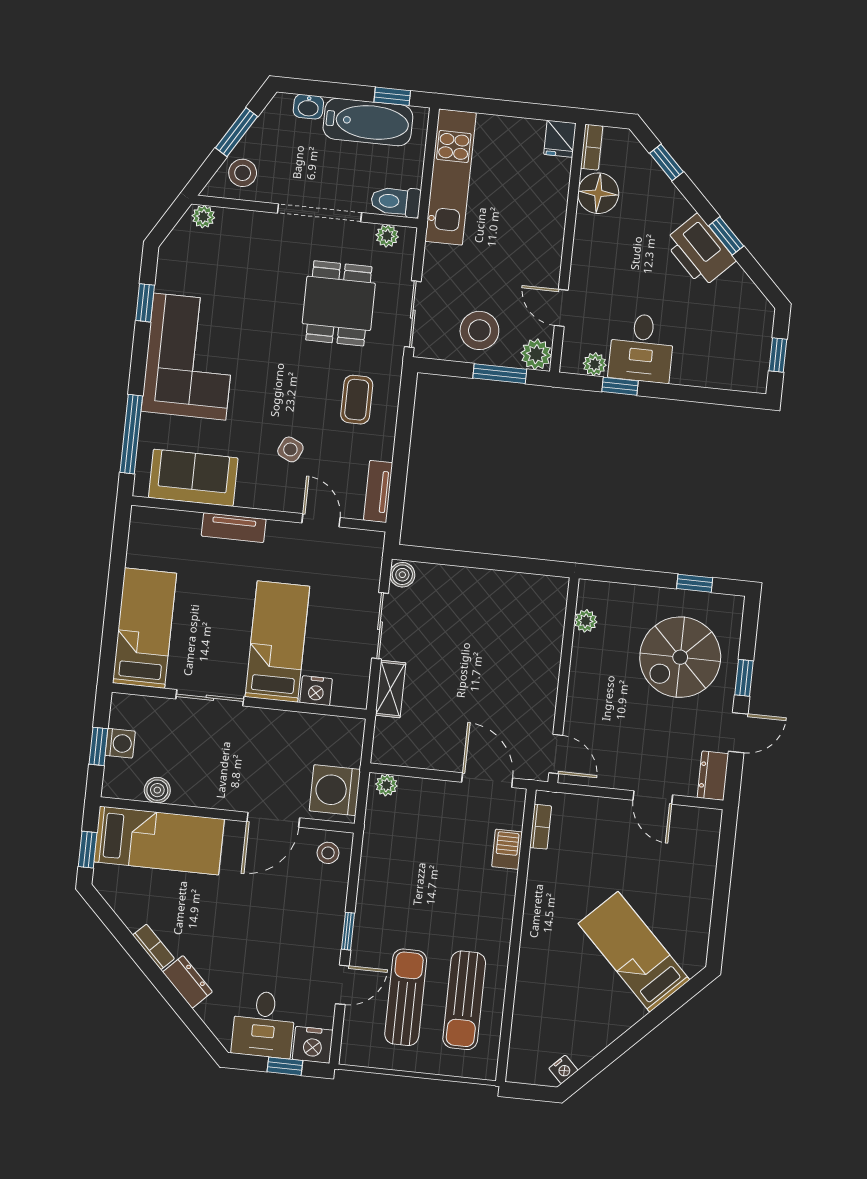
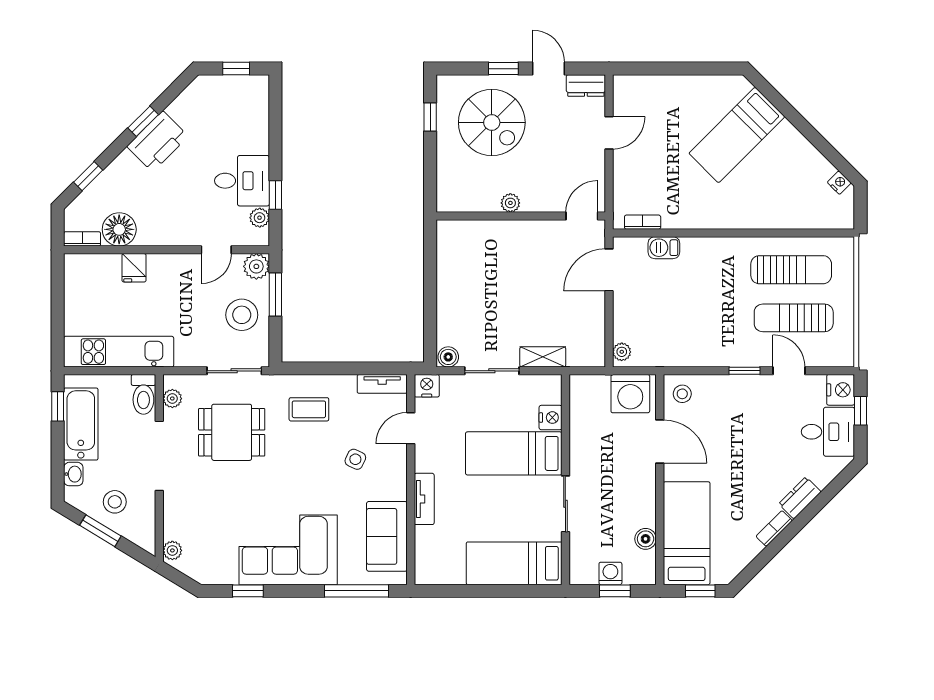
fridge: (560, 139) -> (134, 268), moved, turned 90
stool: (243, 173) -> (115, 502), moved
nightstand: (370, 545) -> (427, 386), added
plant: (586, 621) -> (510, 203), moved

